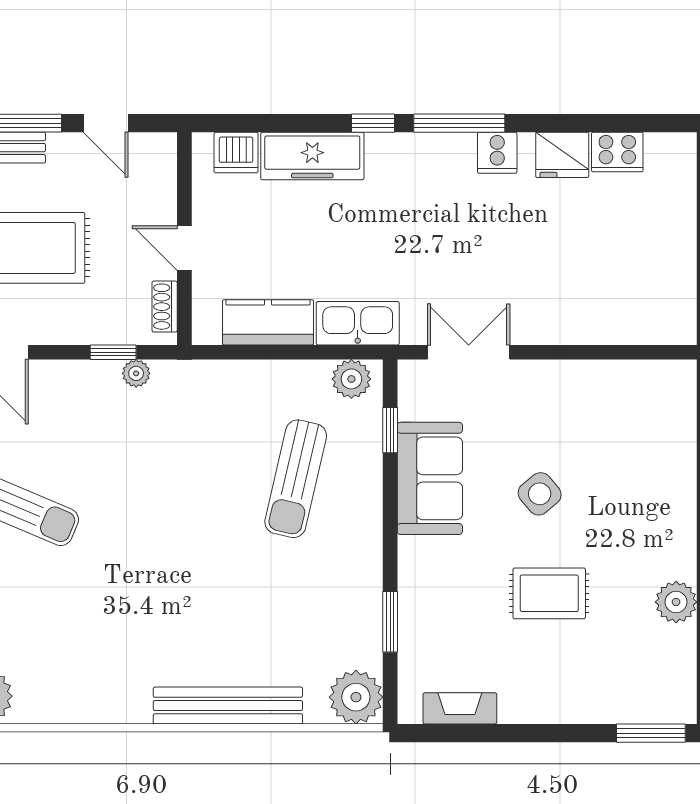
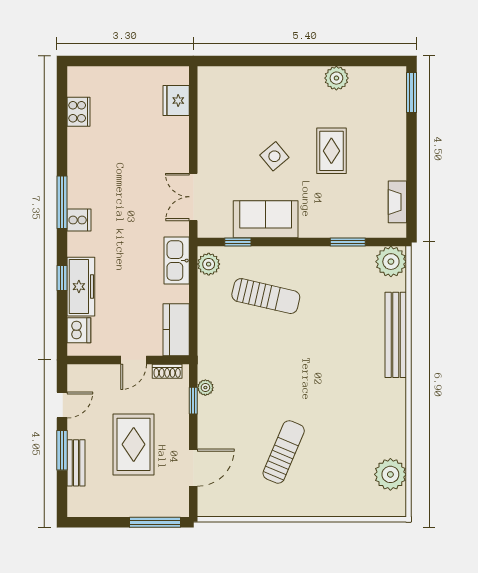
window: (373, 123) -> (62, 278), moved
cooker: (497, 153) -> (79, 220), moved
fridge: (562, 155) -> (176, 101), moved, turned 180
kitchen counter: (268, 322) -> (176, 330), moved

